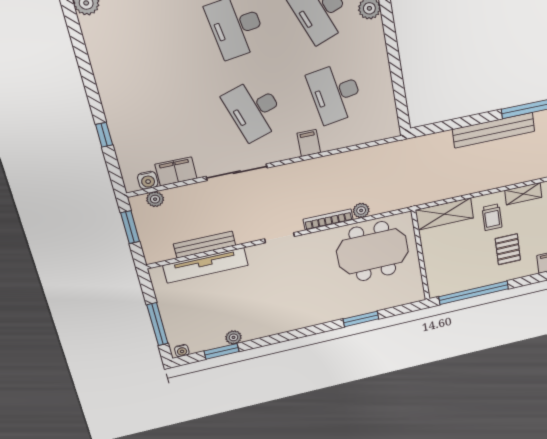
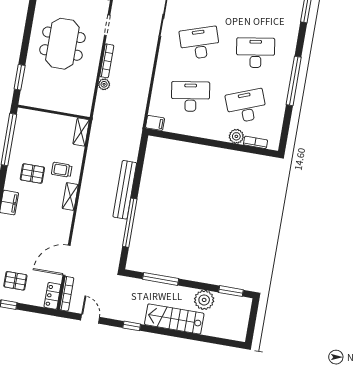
filing cabinet: (309, 143) -> (155, 123), moved
shelving: (444, 214) -> (81, 132), width x0.67, depth x0.75
meeting table: (372, 251) -> (62, 44), moved
window: (361, 319) -> (20, 77), moved

